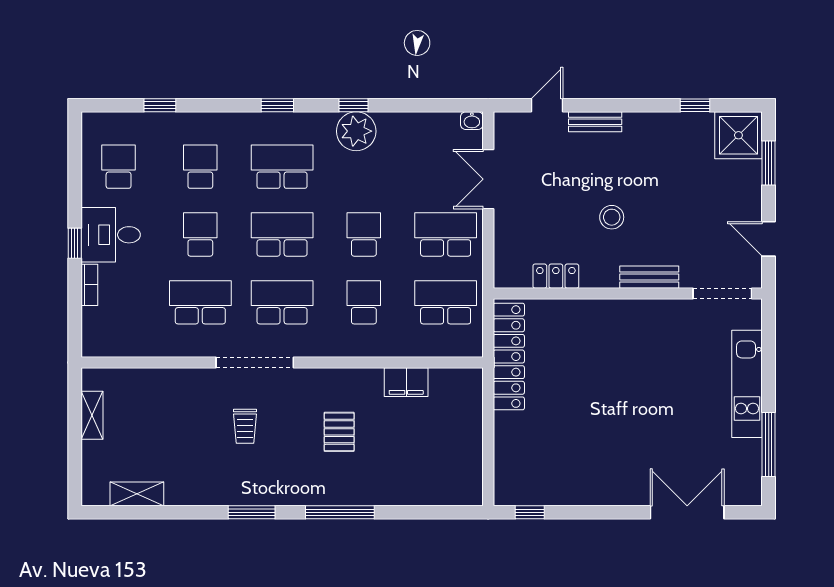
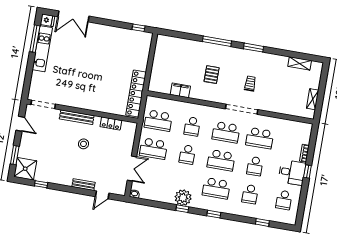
bench: (649, 277) -> (77, 117), width x1.36
kitchen unit: (747, 384) -> (42, 49), moved
fridge: (747, 493) -> (47, 20), added

